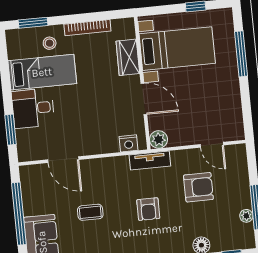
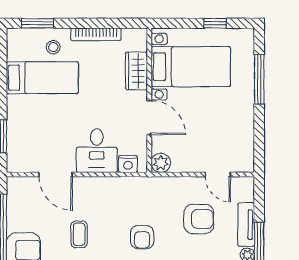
desk: (33, 108) -> (97, 151), moved, turned -90
tv unit: (150, 160) -> (246, 225), moved, turned 90
coffee table: (90, 212) -> (79, 234), turned 90

